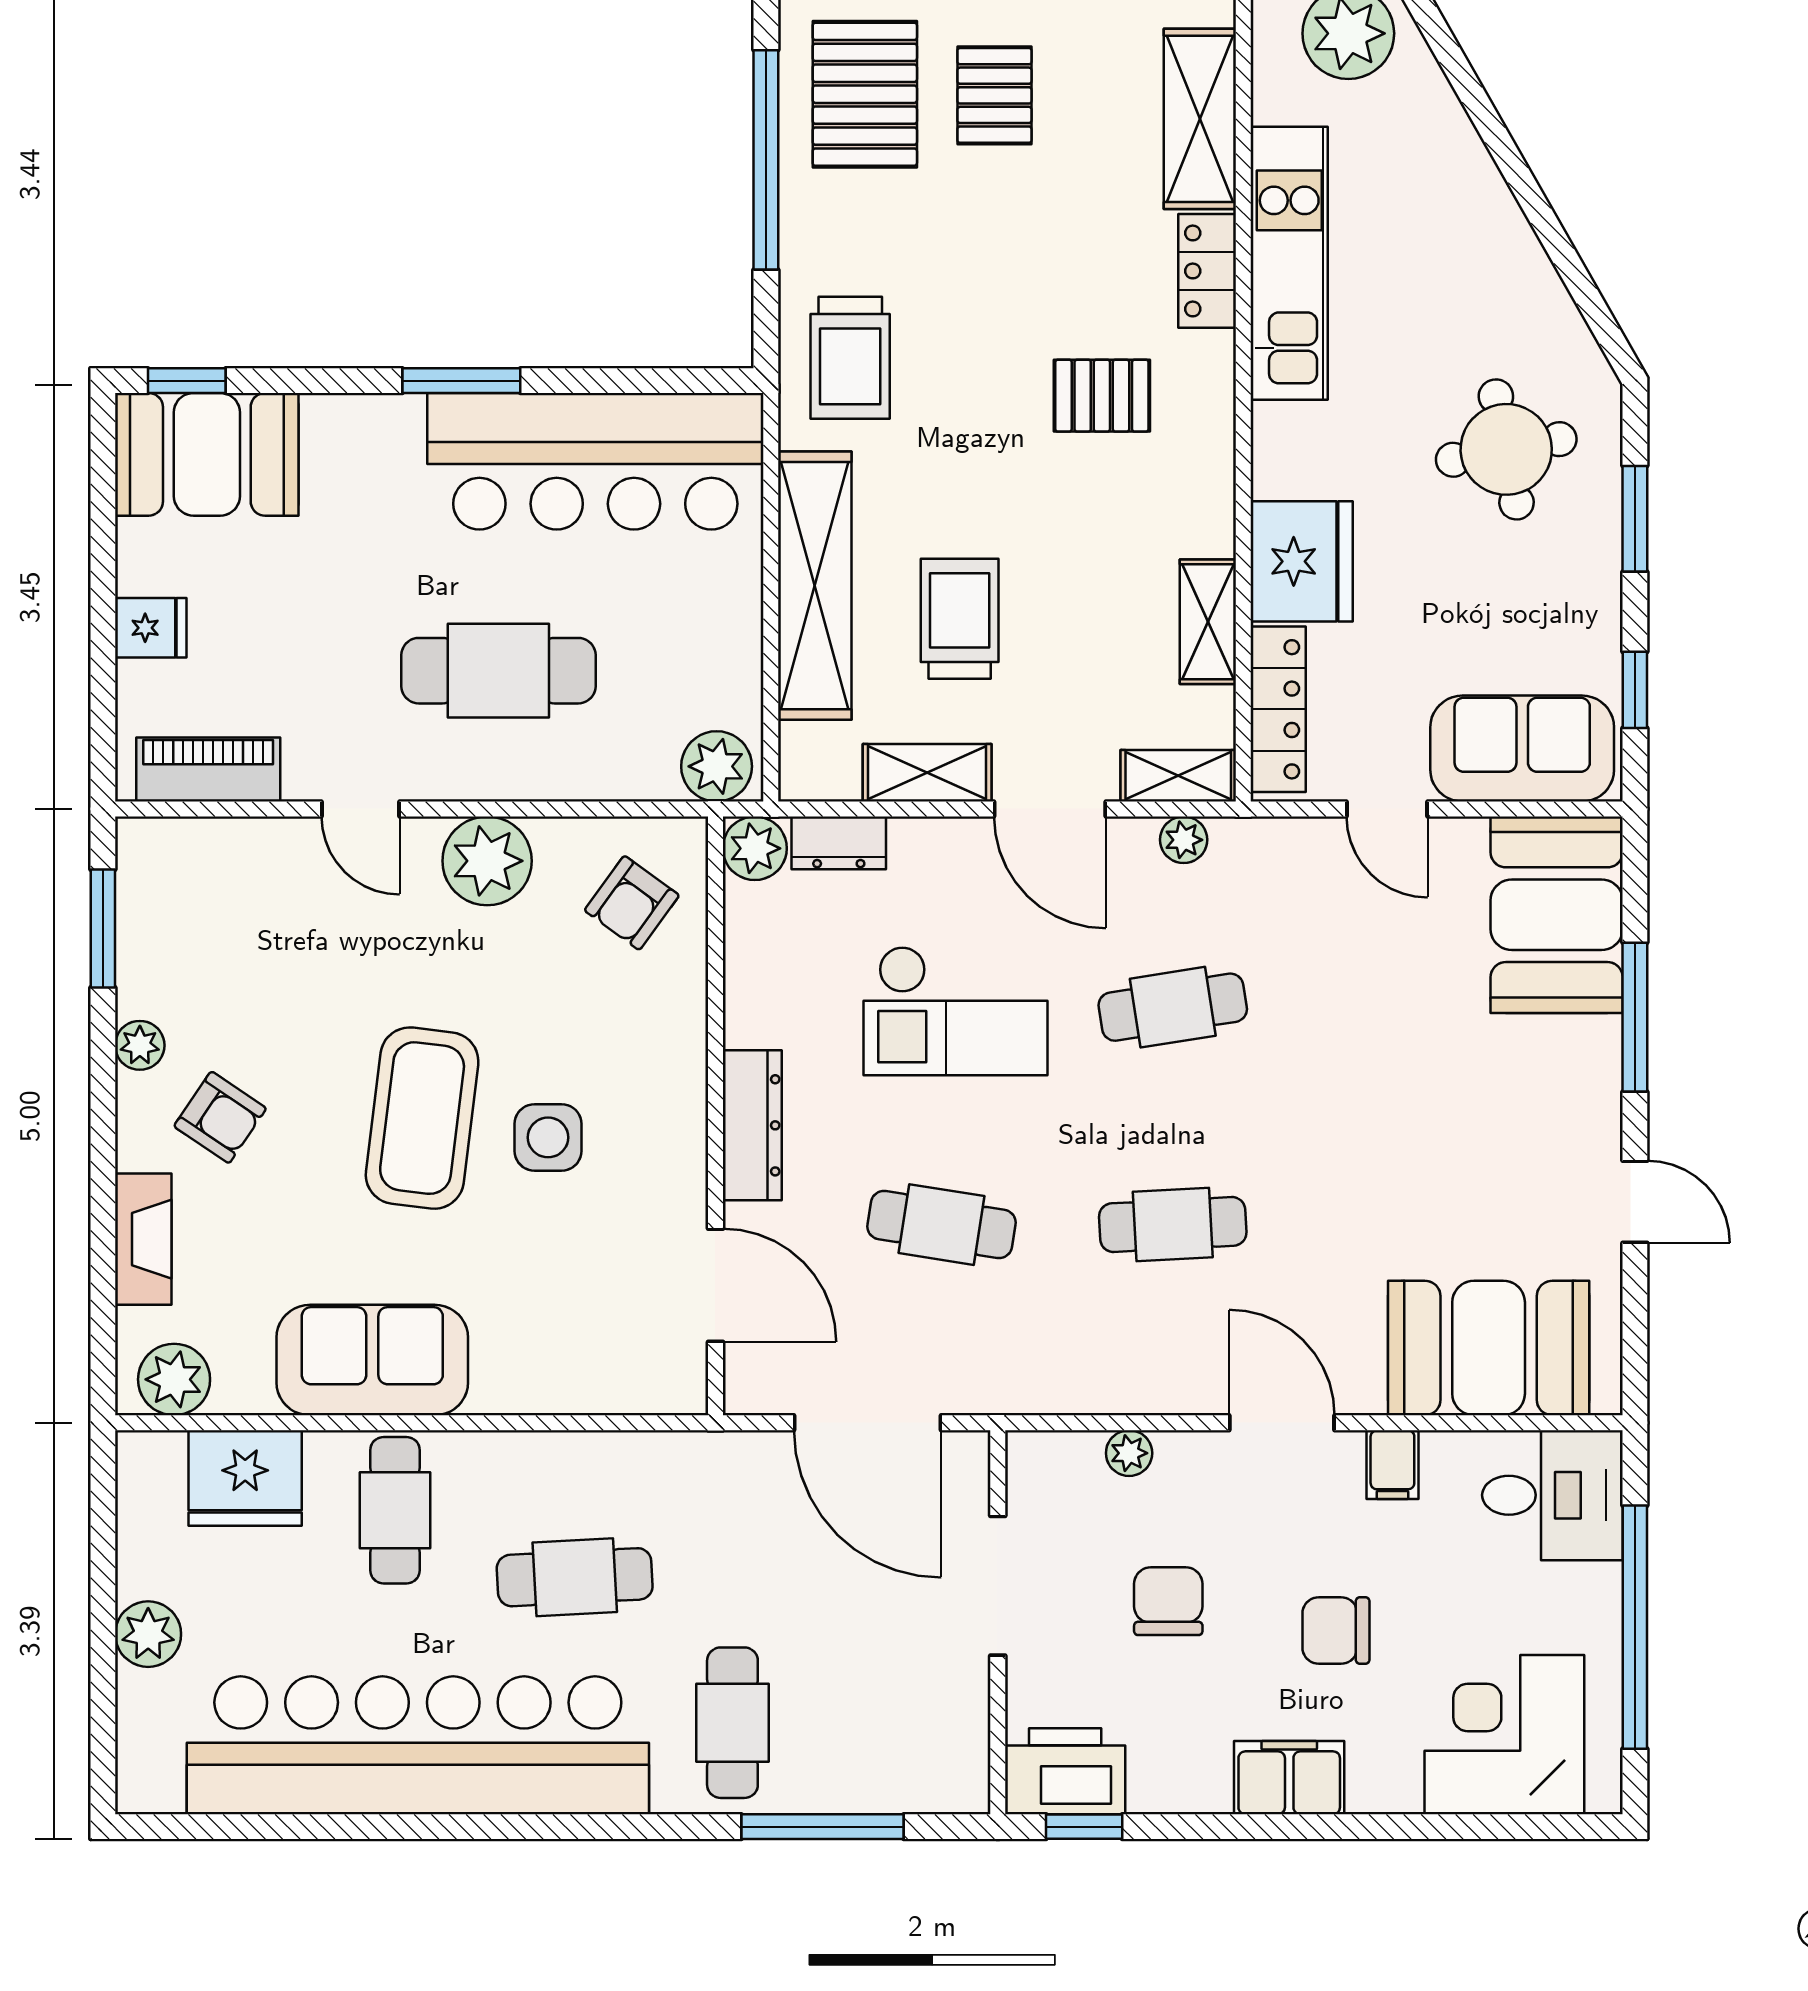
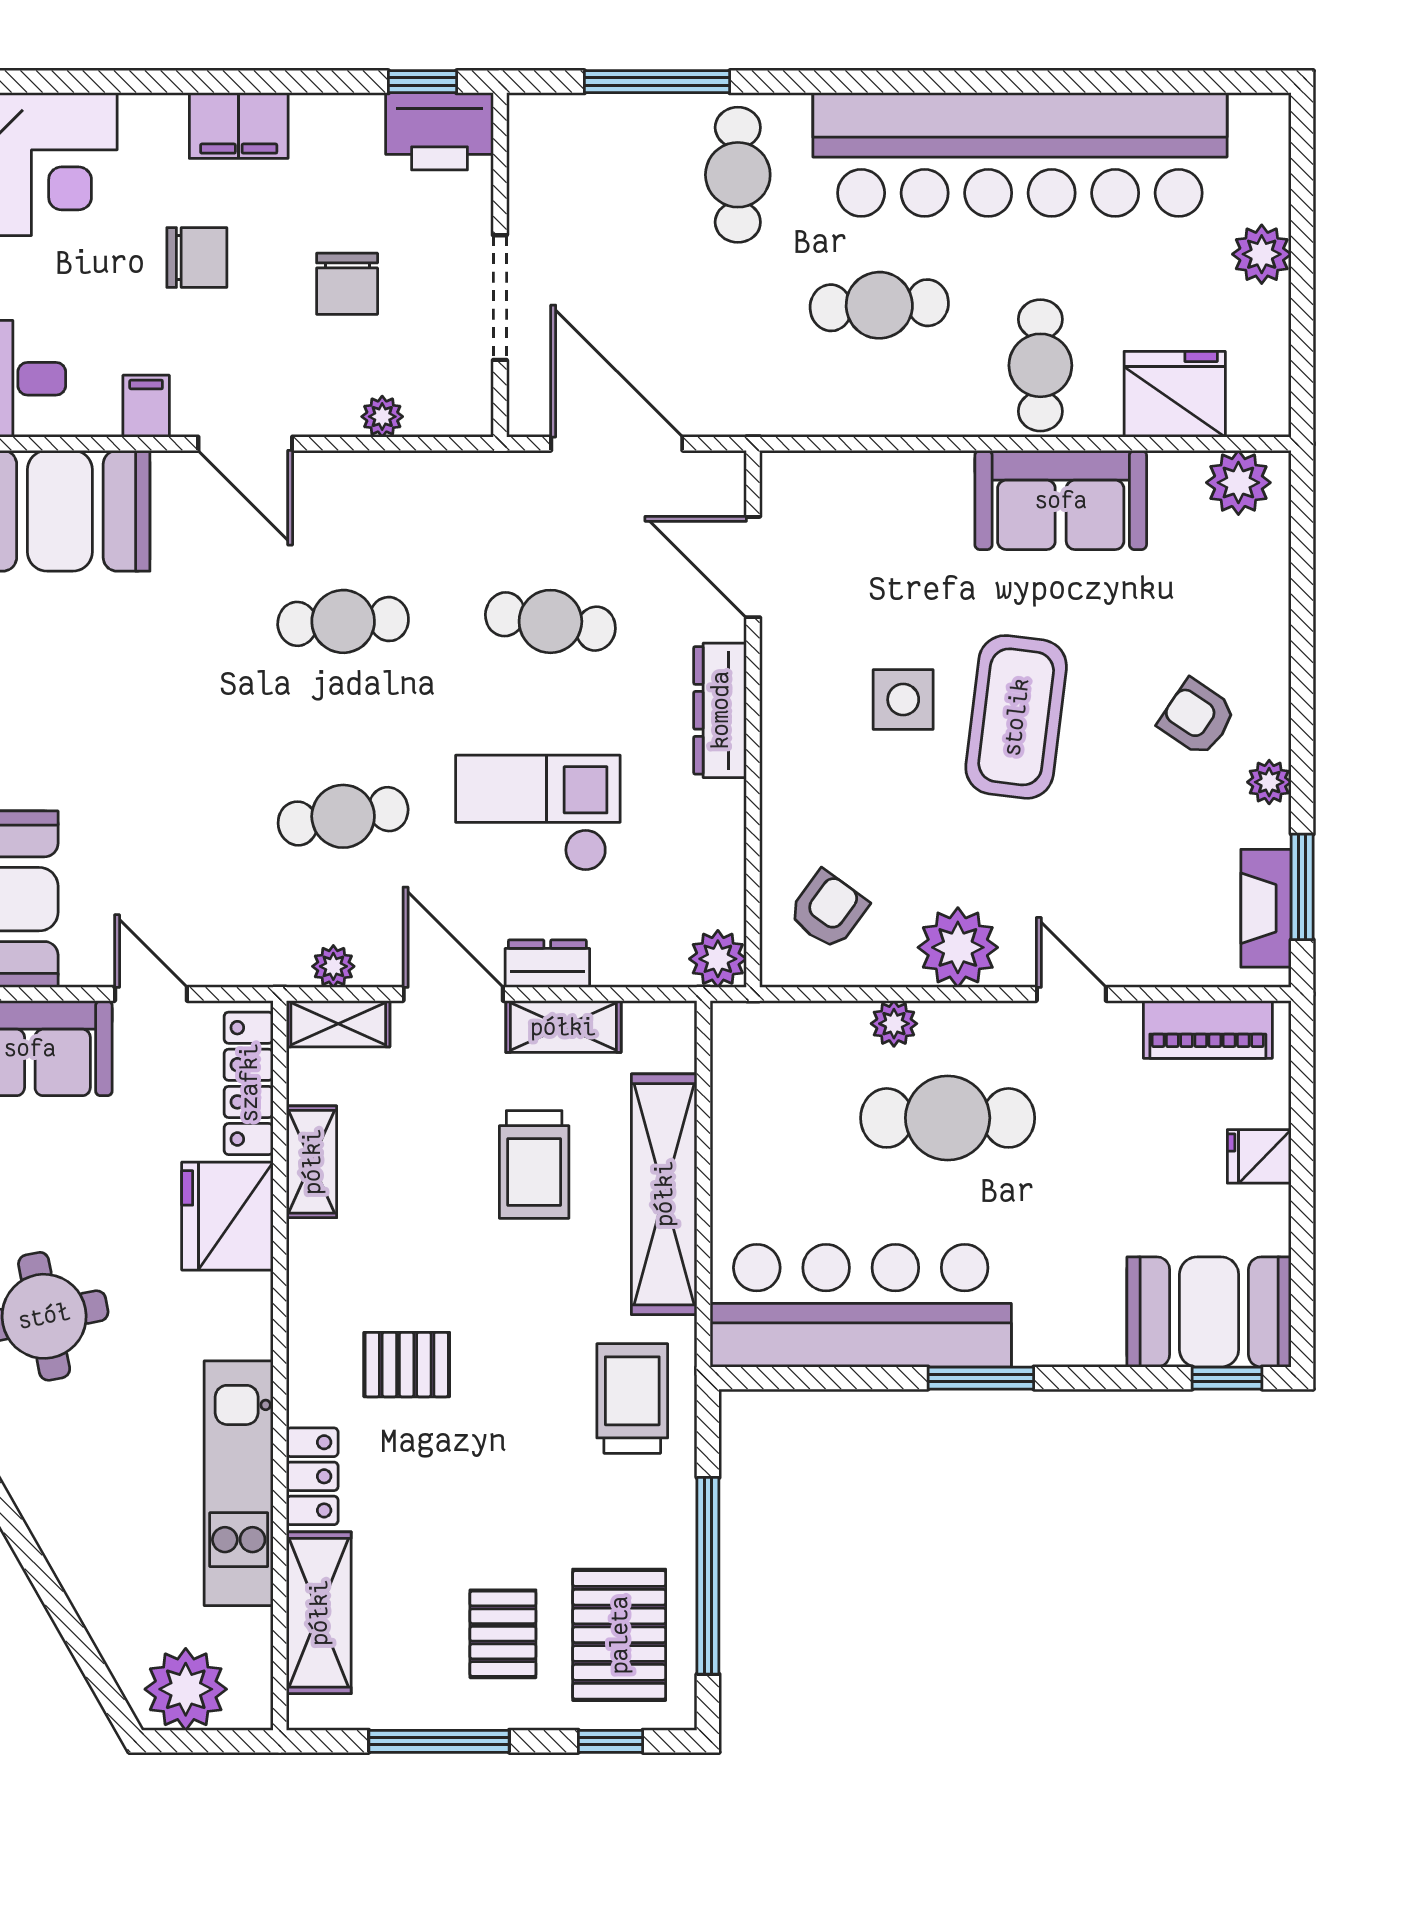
plant: (717, 766) -> (894, 1024), moved, width x0.73, depth x0.73
dresser: (839, 843) -> (547, 964), moved
fireplace: (143, 1239) -> (1266, 908), moved

